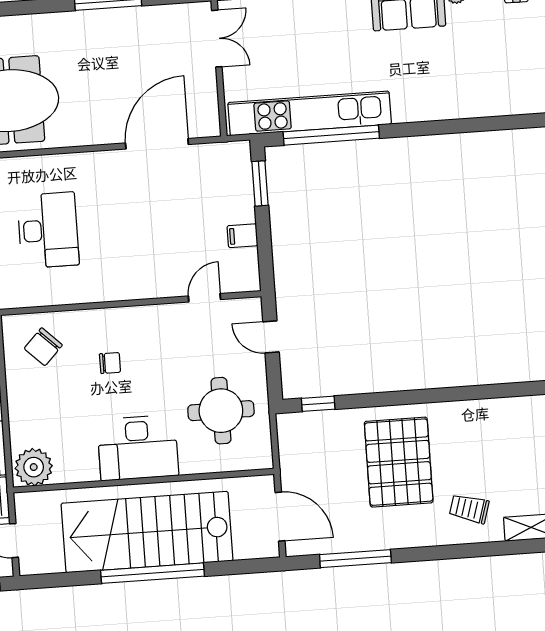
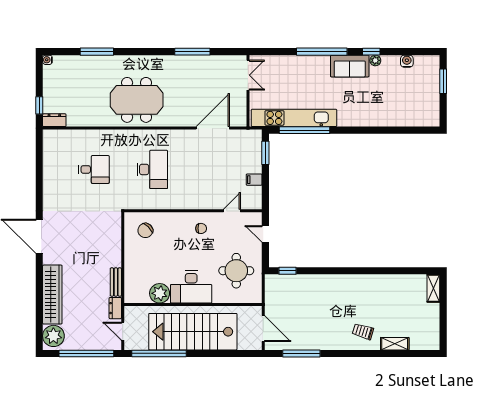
chair: (110, 363) -> (201, 228), moved
pallet: (399, 462) -> (328, 304), removed
plant: (34, 467) -> (160, 293), moved
window: (153, 573) -> (159, 353), moved

